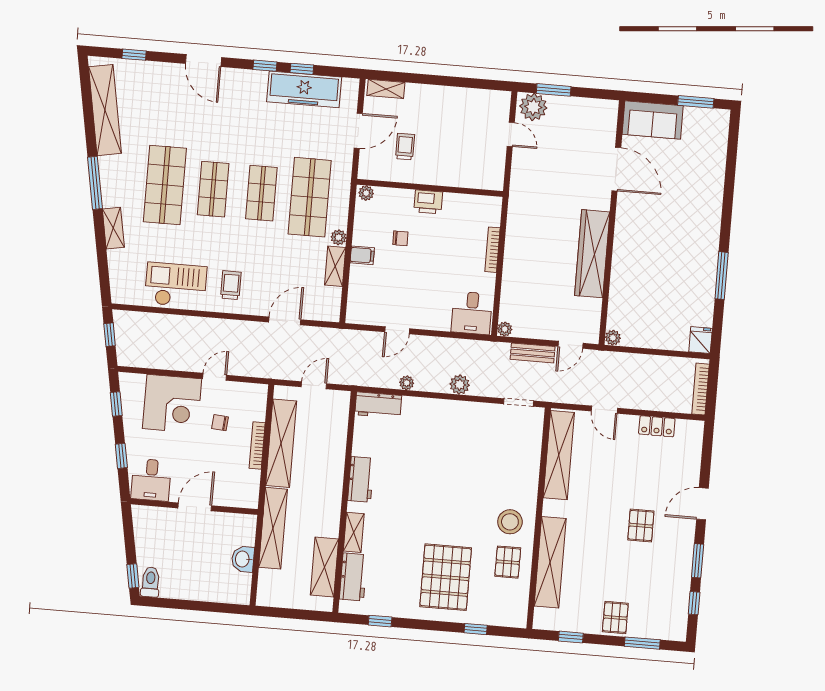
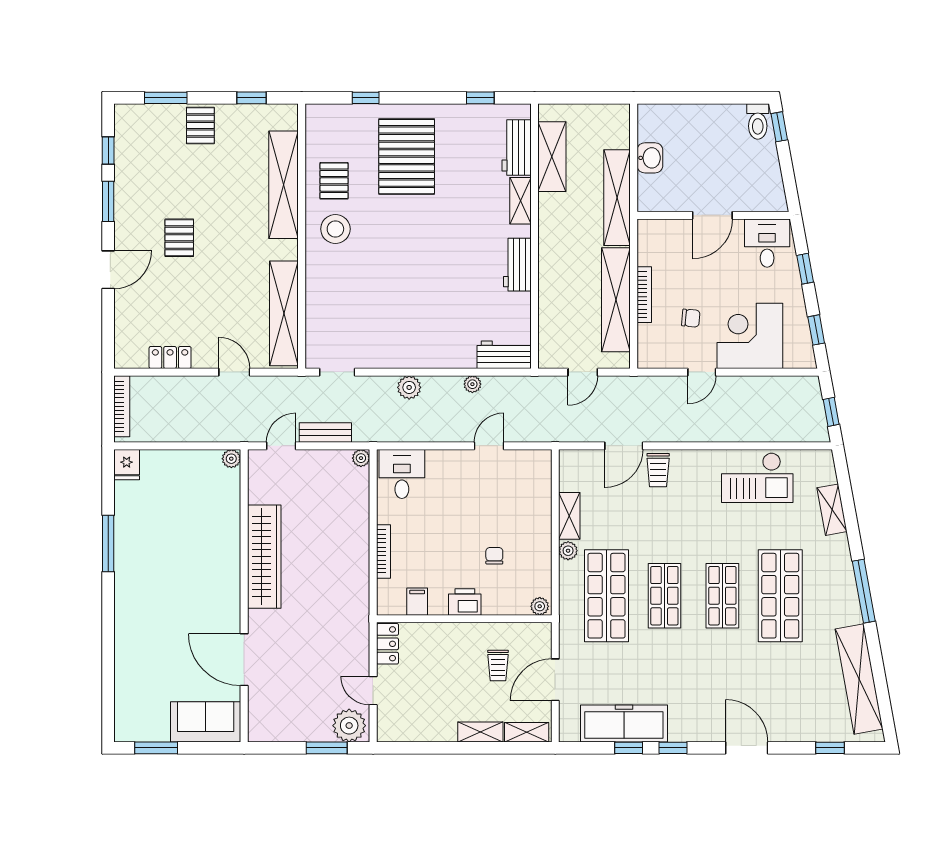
shelving: (424, 92) -> (480, 732), added
locker: (496, 172) -> (387, 644), added
shelving: (113, 228) -> (832, 510), moved
chair: (400, 238) -> (494, 556), turned 90
filing cabinet: (362, 255) -> (417, 602), moved, turned 90
trolley: (231, 285) -> (658, 470), moved

